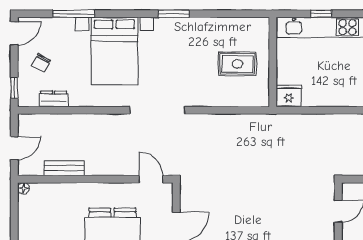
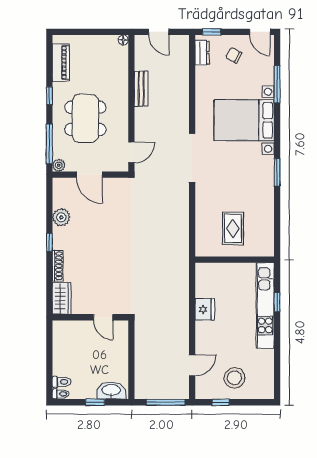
fridge: (289, 96) -> (205, 309), moved
dresser: (54, 99) -> (202, 53), moved
bench: (64, 168) -> (141, 89), moved

